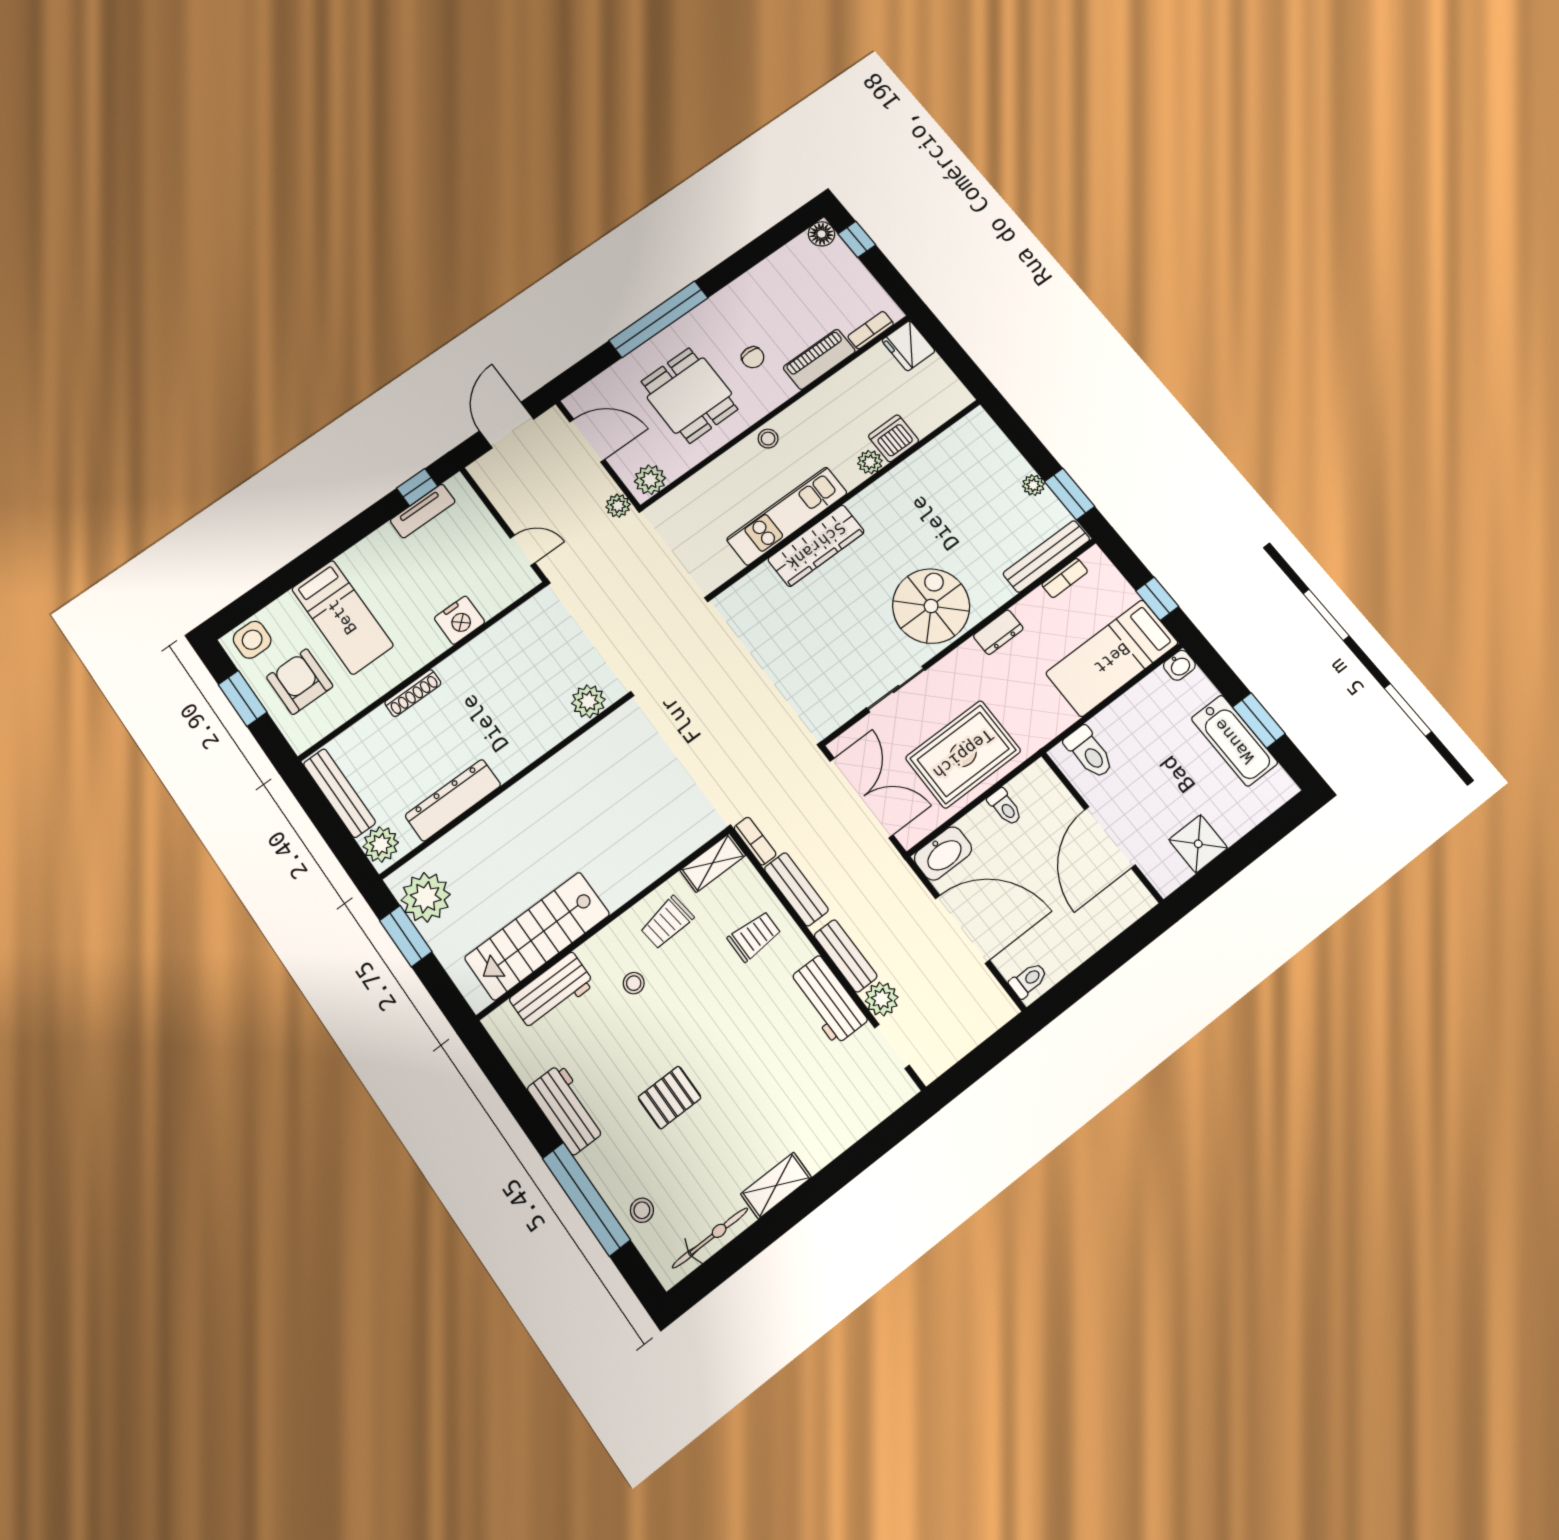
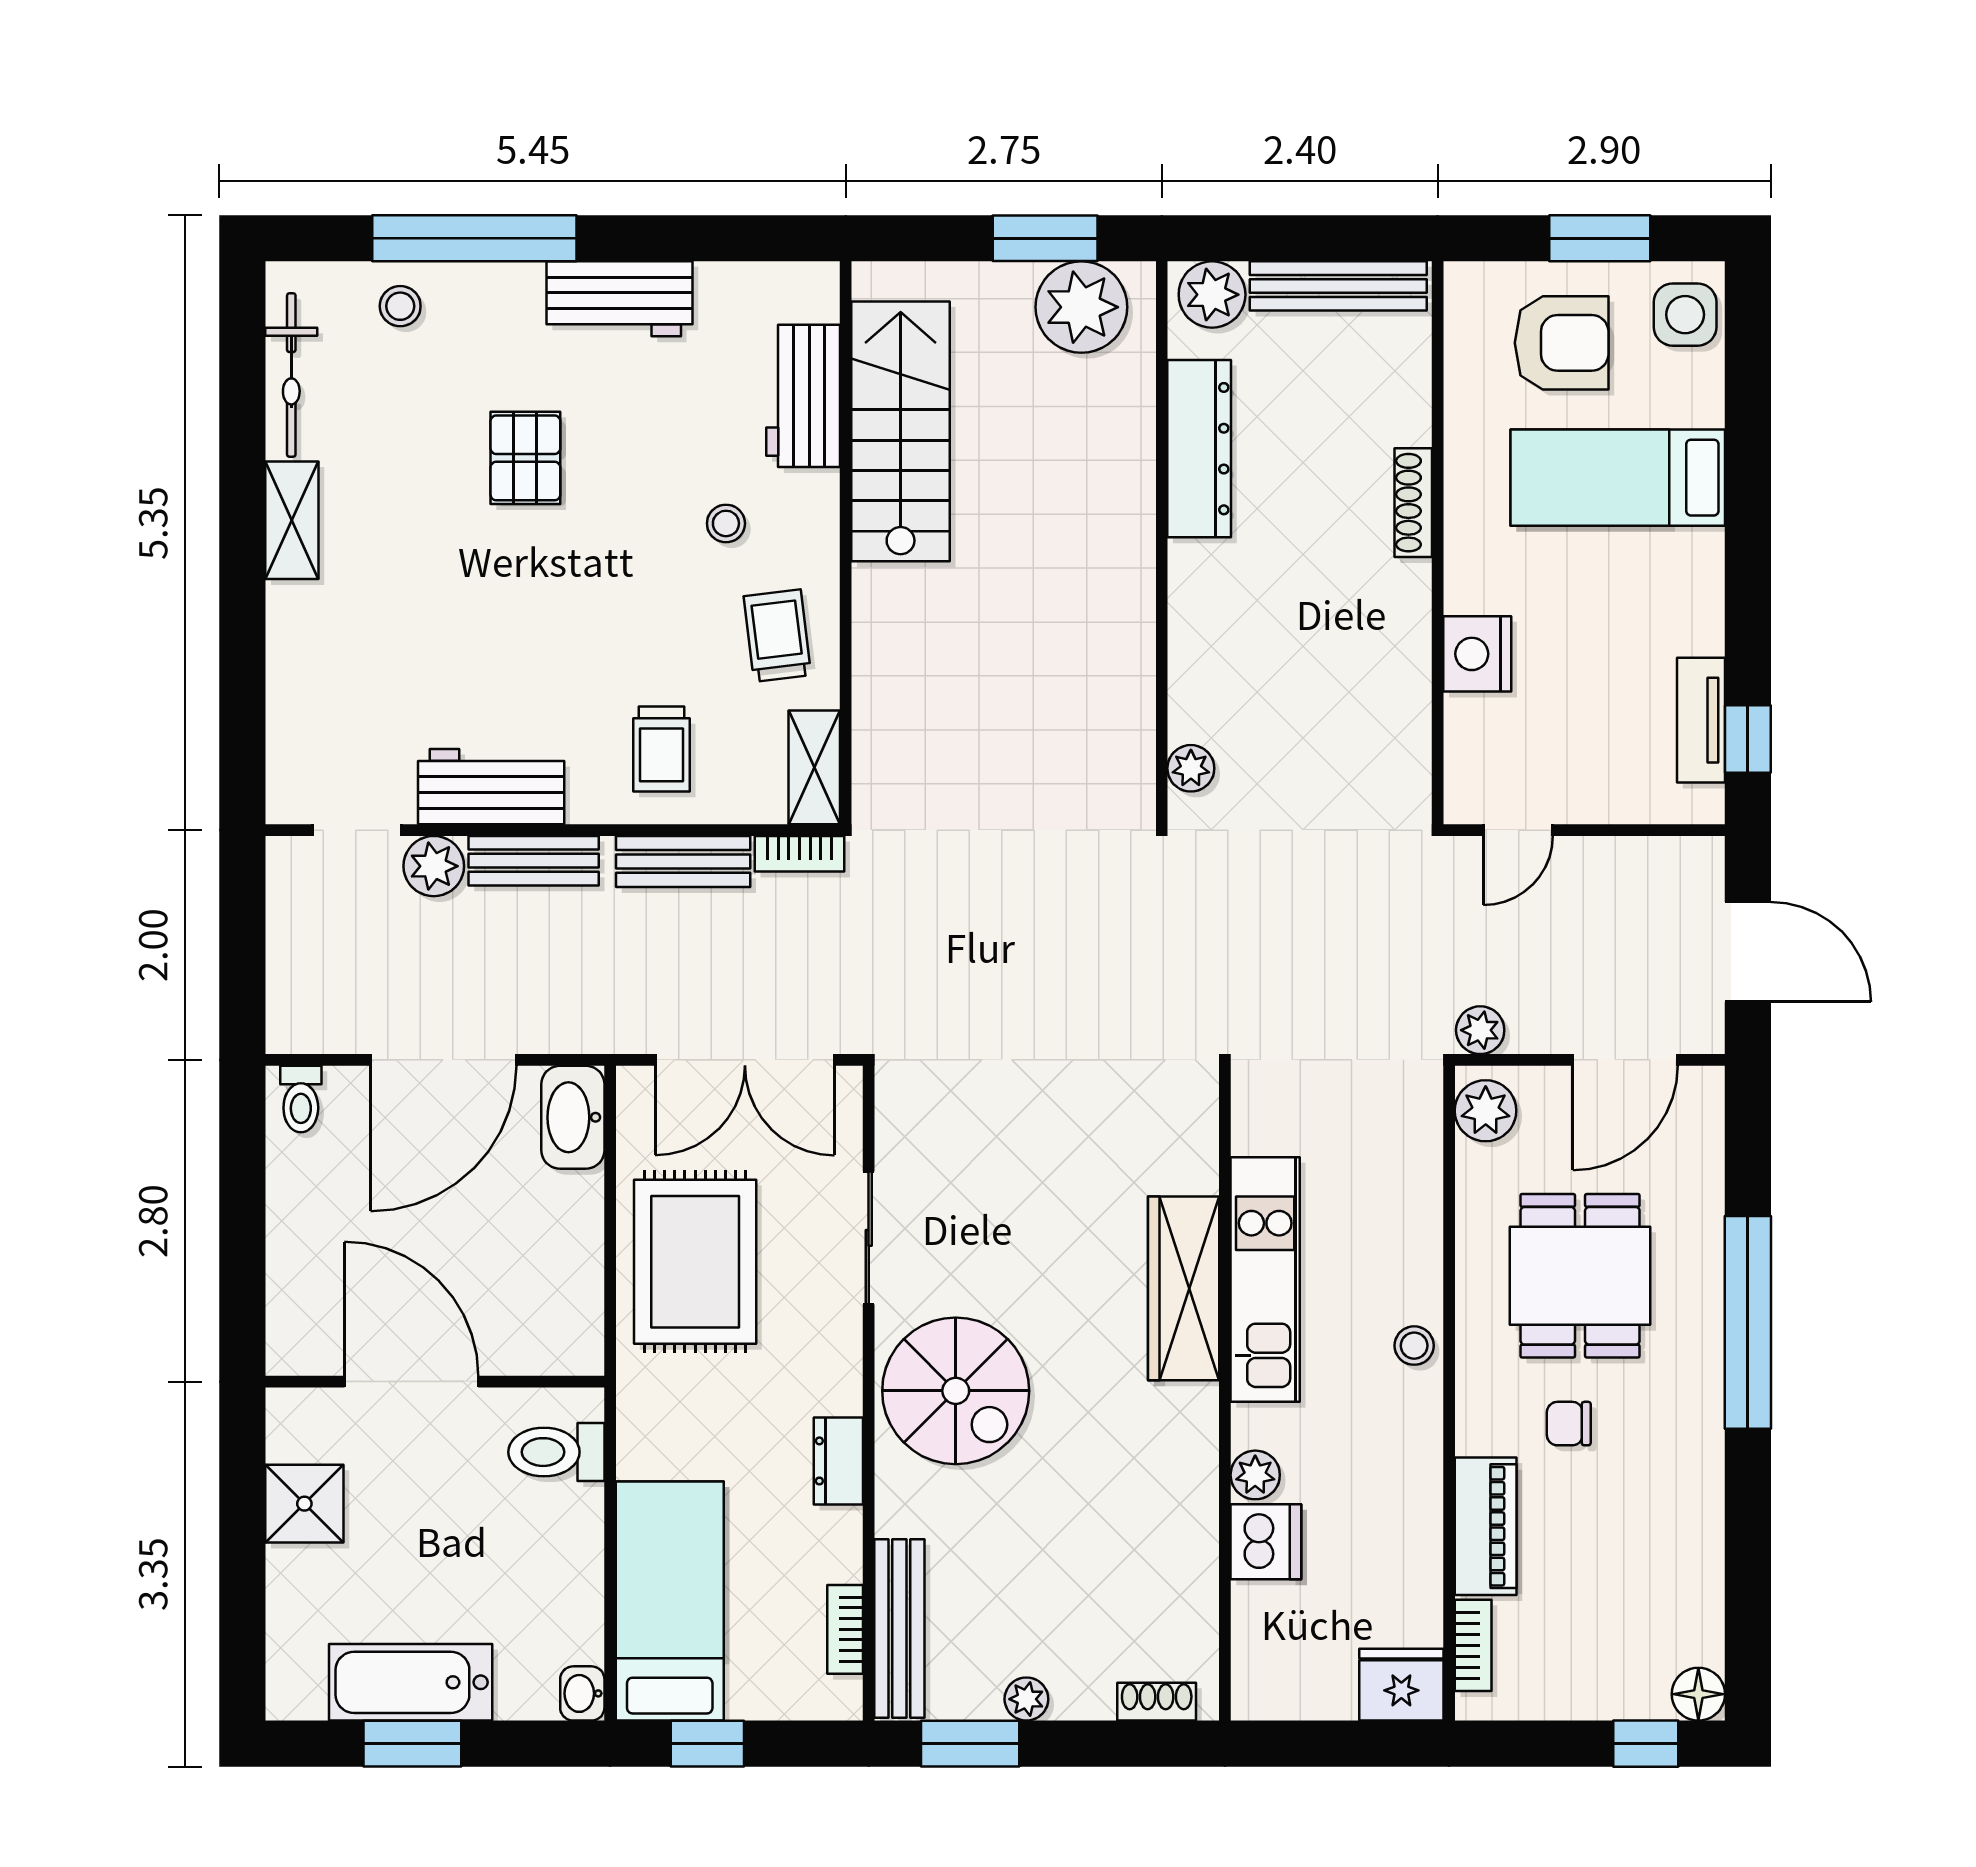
dining table: (689, 395) -> (1580, 1276), turned 90
shoe rack: (992, 434) -> (1157, 1702), added
plant: (588, 701) -> (1191, 768), width x0.73, depth x0.73
toilet: (1005, 807) -> (571, 1262), removed

